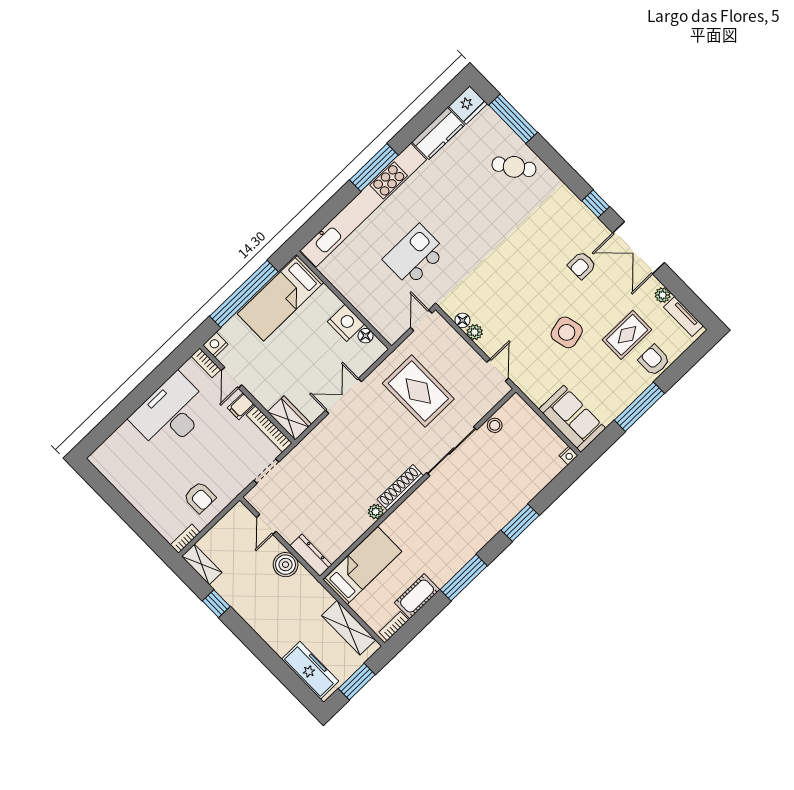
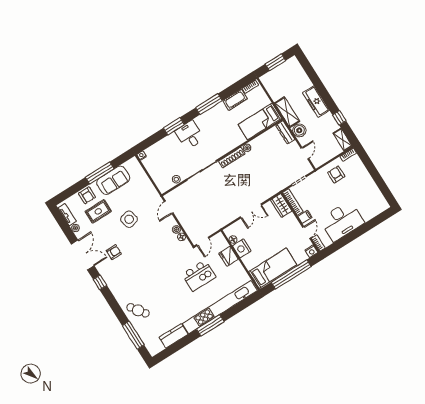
fridge: (468, 105) -> (229, 256), moved, turned -90
rug: (418, 391) -> (212, 205), removed
sofa: (572, 419) -> (113, 180), moved, turned -90
desk: (487, 513) -> (190, 135), added
shelving: (349, 628) -> (287, 112), moved
freezer: (310, 670) -> (316, 102), moved

